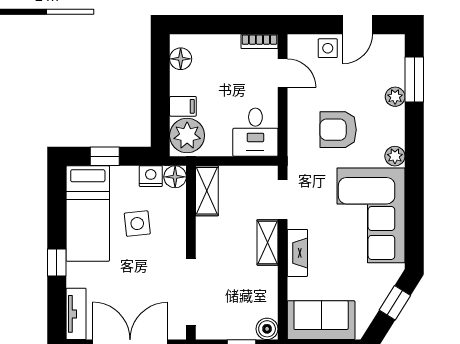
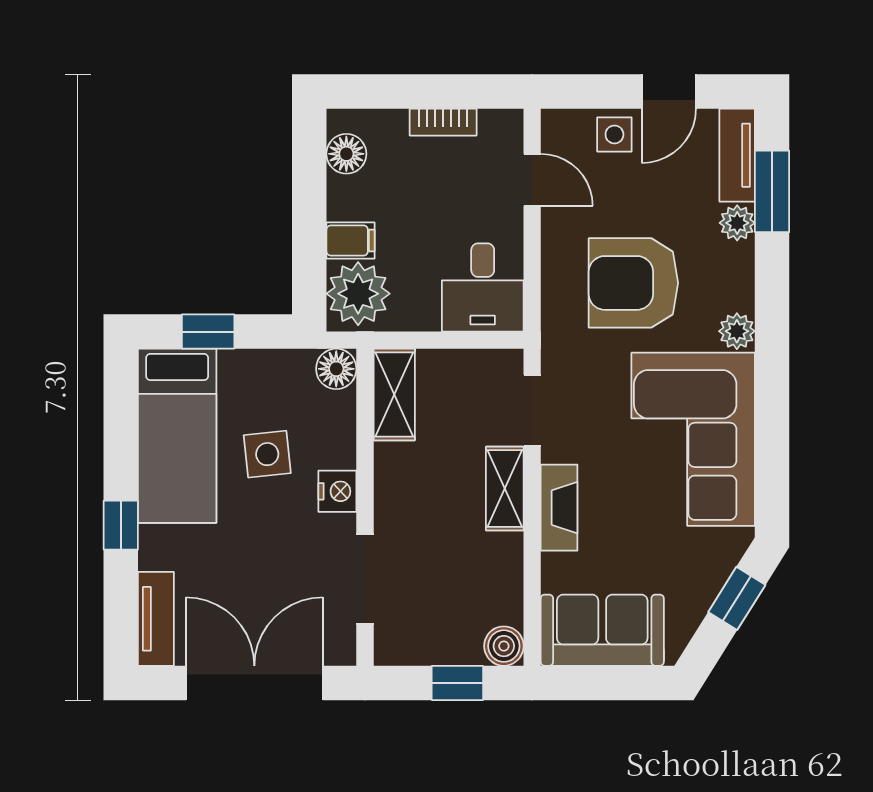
bookcase: (259, 41) -> (443, 122), moved
tv unit: (395, 60) -> (737, 155), added
armchair: (338, 130) -> (633, 283), width x1.36, depth x1.36
nightstand: (151, 176) -> (337, 491), moved, turned 90
doorway: (191, 292) -> (365, 579), width x0.73

